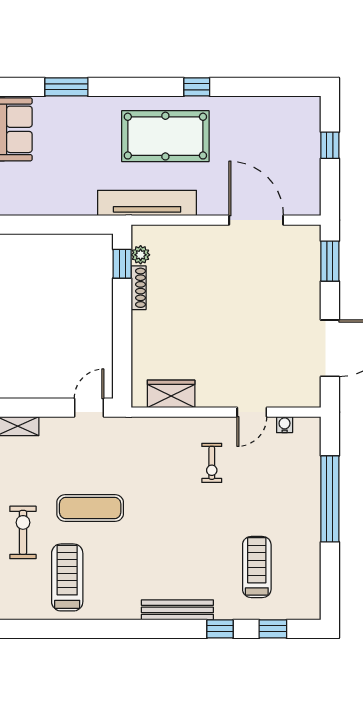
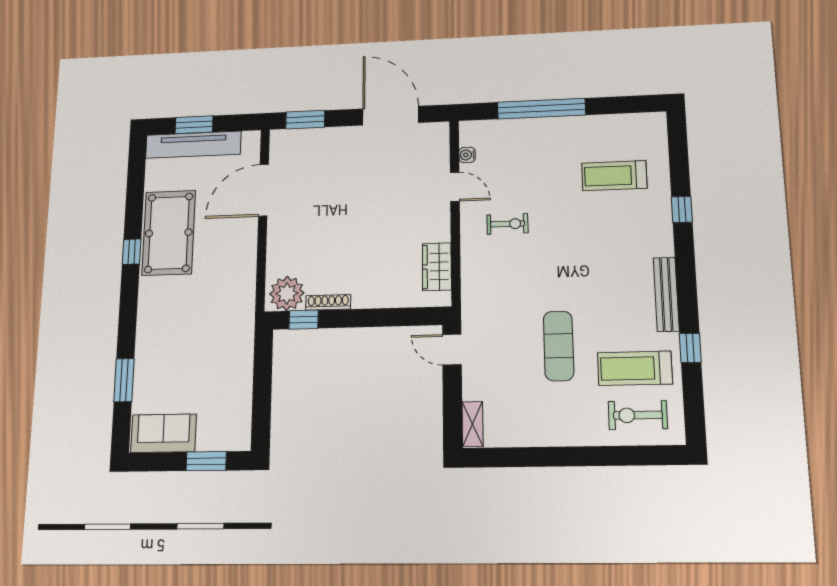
pool table: (165, 136) -> (169, 233), moved
window: (330, 145) -> (194, 125), width x1.50
tv unit: (147, 203) -> (193, 145), moved, turned -90
plant: (141, 255) -> (287, 294), width x1.87, depth x1.87
exercise bike: (23, 532) -> (638, 415), moved
bench: (177, 610) -> (666, 294), moved
window: (273, 629) -> (690, 348), moved

